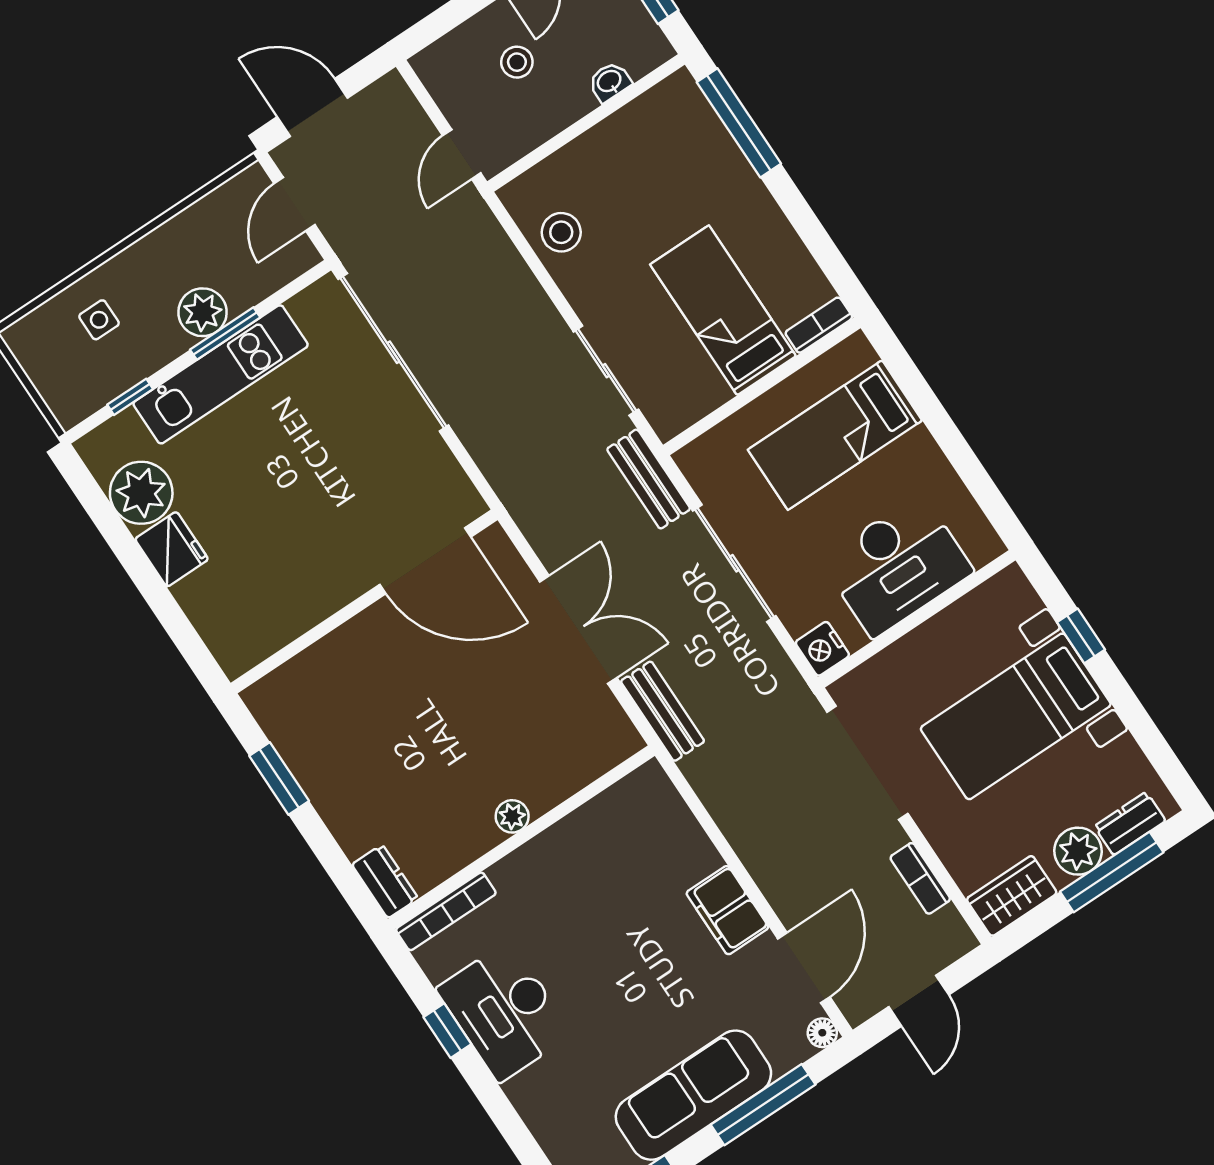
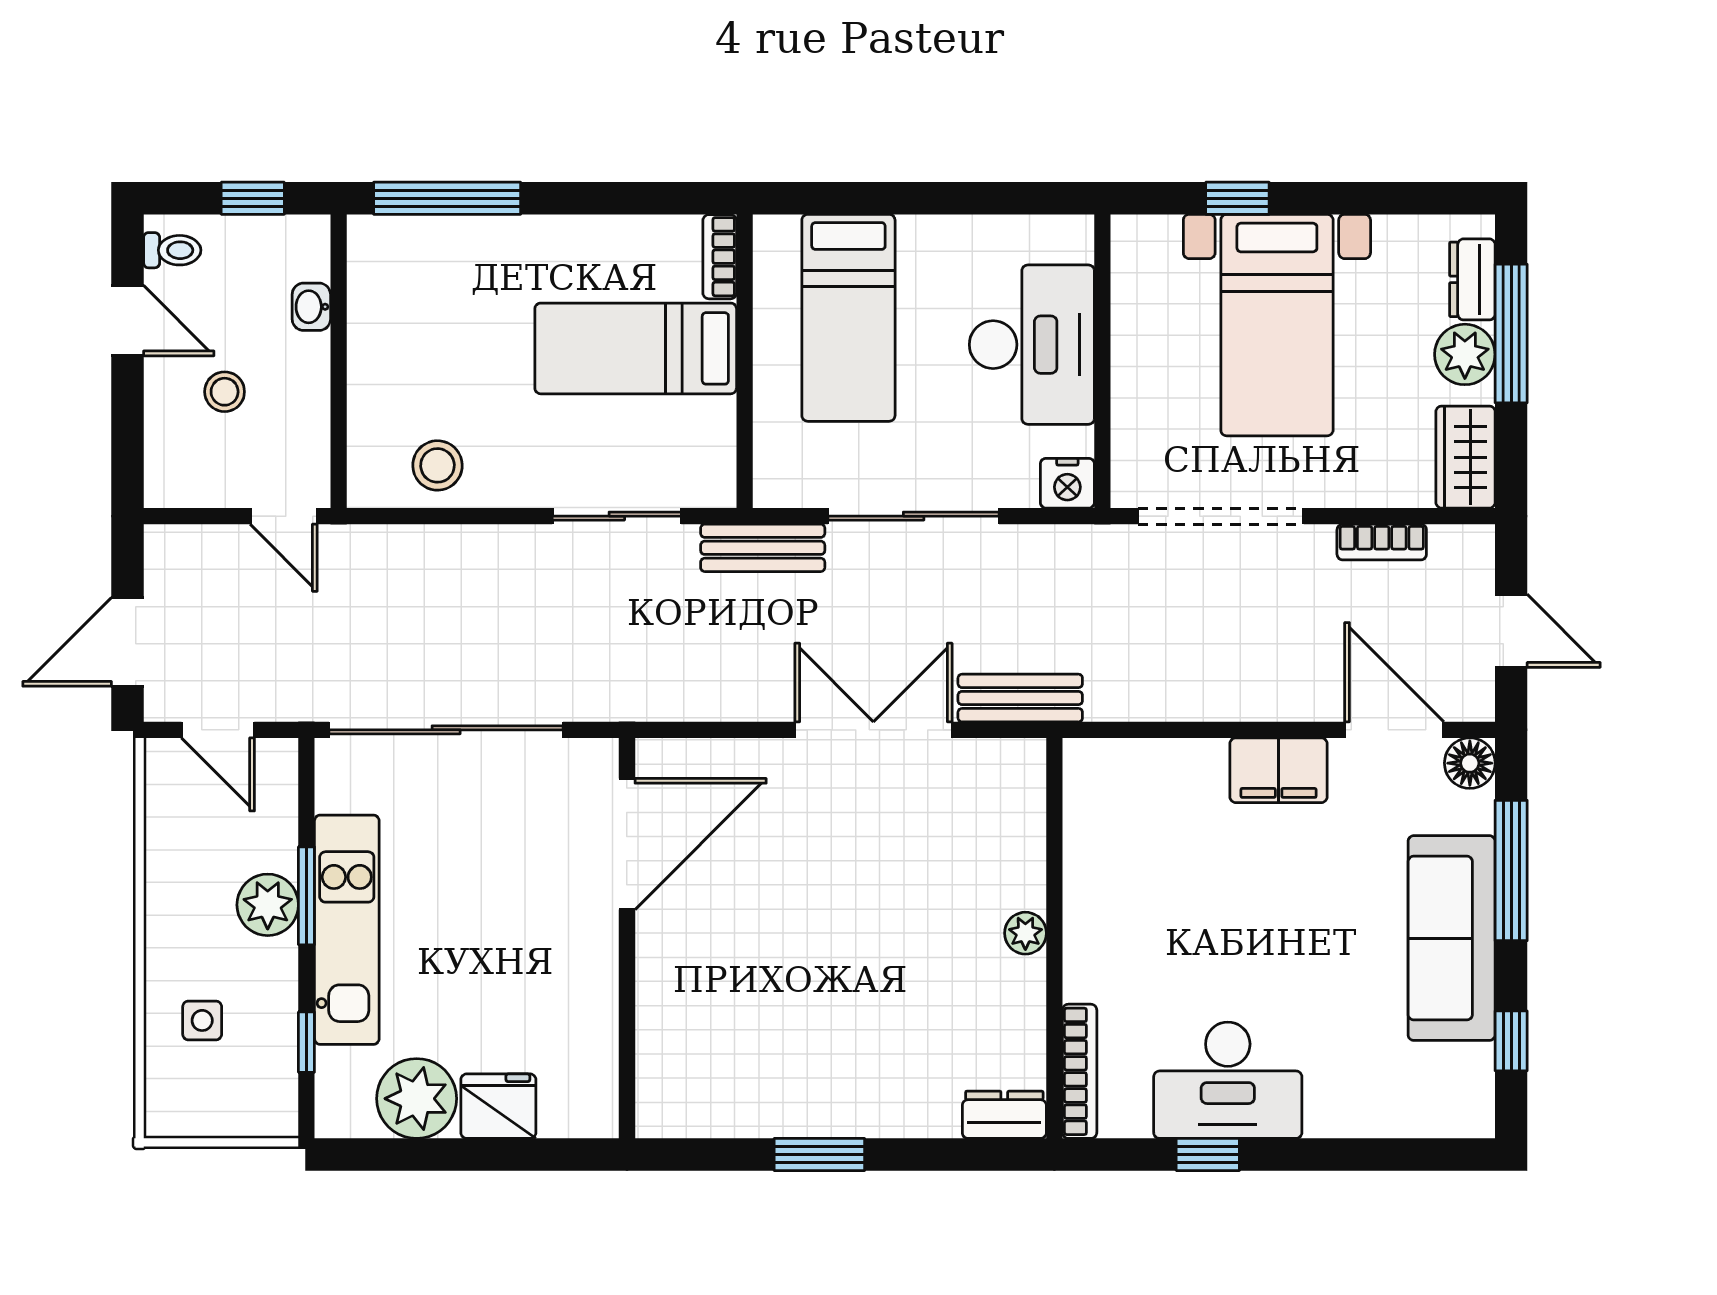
door: (425, 561) -> (627, 844), moved
wall: (364, 602) -> (627, 938), moved
floor lamp: (822, 1033) -> (1470, 763), width x1.37, depth x1.37

